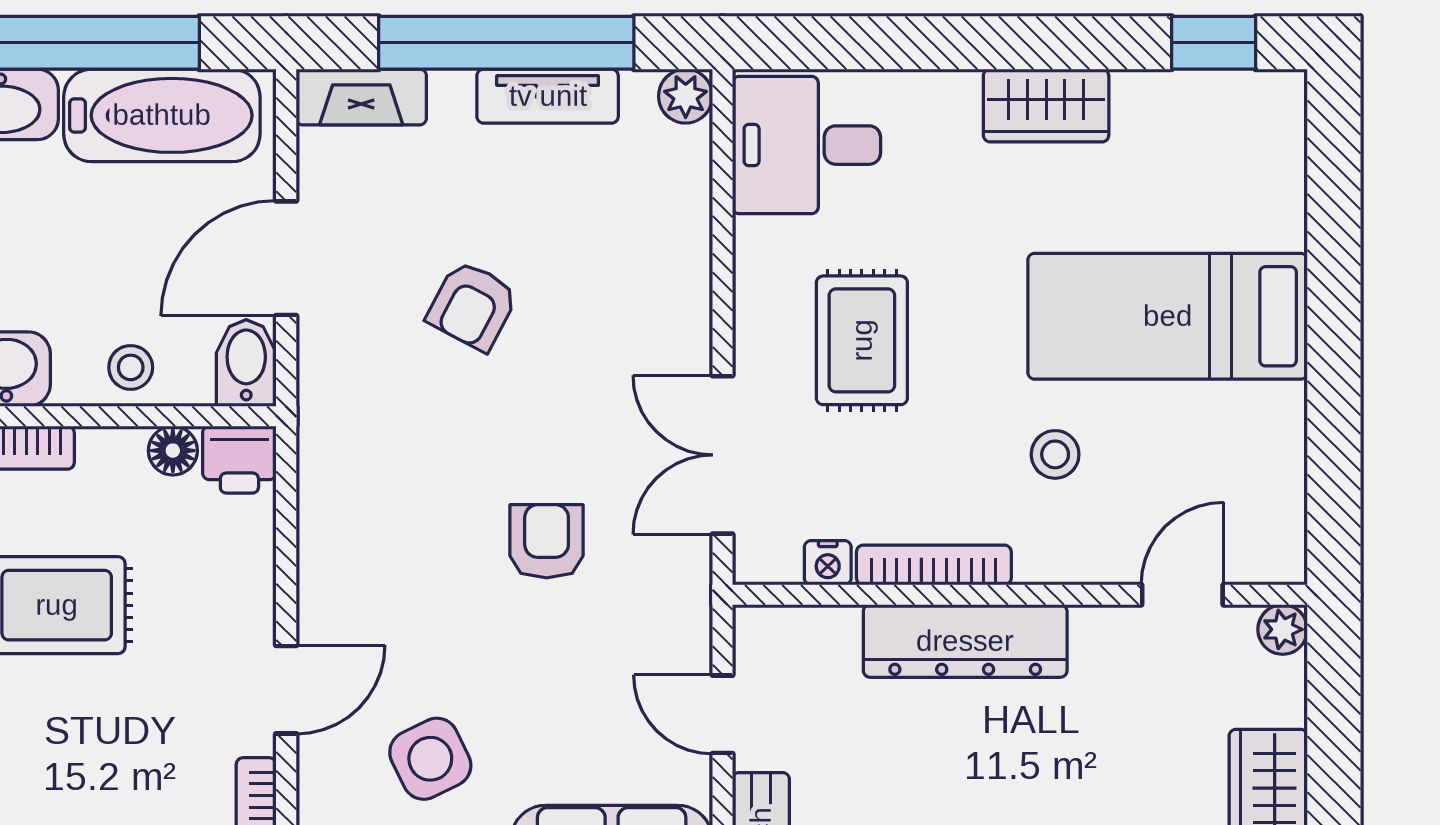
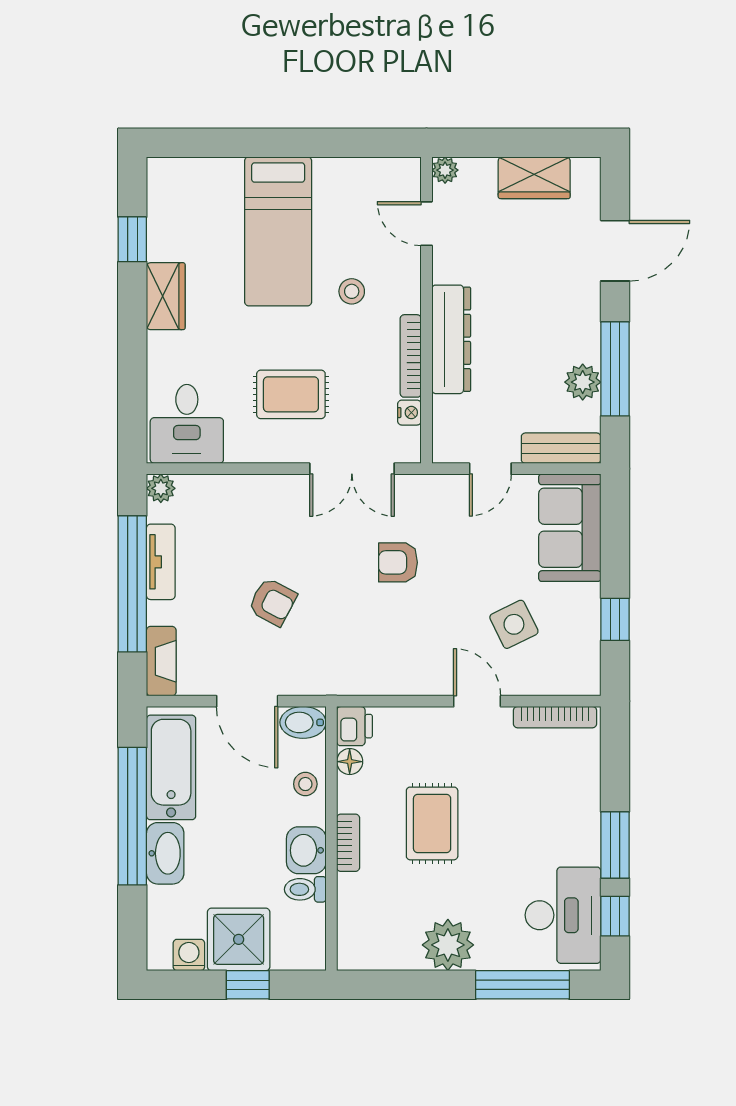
window: (1214, 43) -> (132, 239), moved

